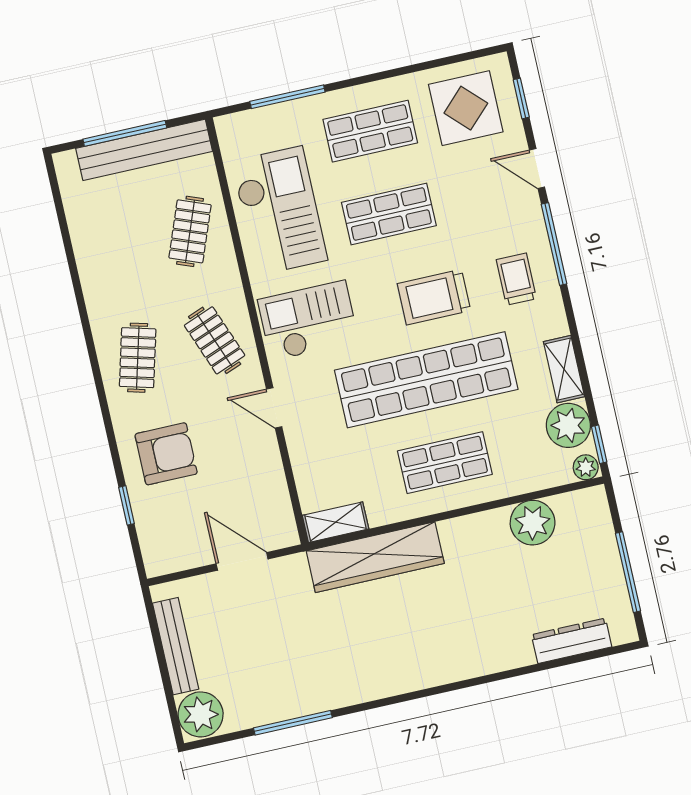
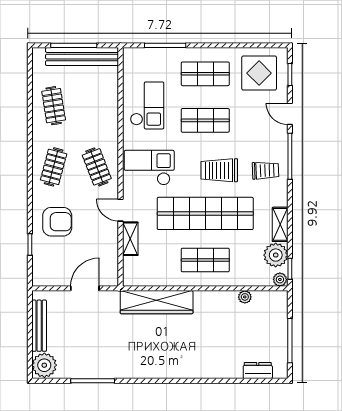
checkout: (279, 211) -> (147, 105), width x0.73, depth x0.83
clothes rail: (190, 231) -> (54, 106), moved, turned -30
trolley: (516, 279) -> (266, 171), turned 88
shelving: (336, 522) -> (130, 239), moved, turned 90
plant: (533, 523) -> (245, 297), width x0.53, depth x0.53
door: (242, 561) -> (85, 288), hinge flipped
dresser: (572, 641) -> (258, 371), width x0.70

